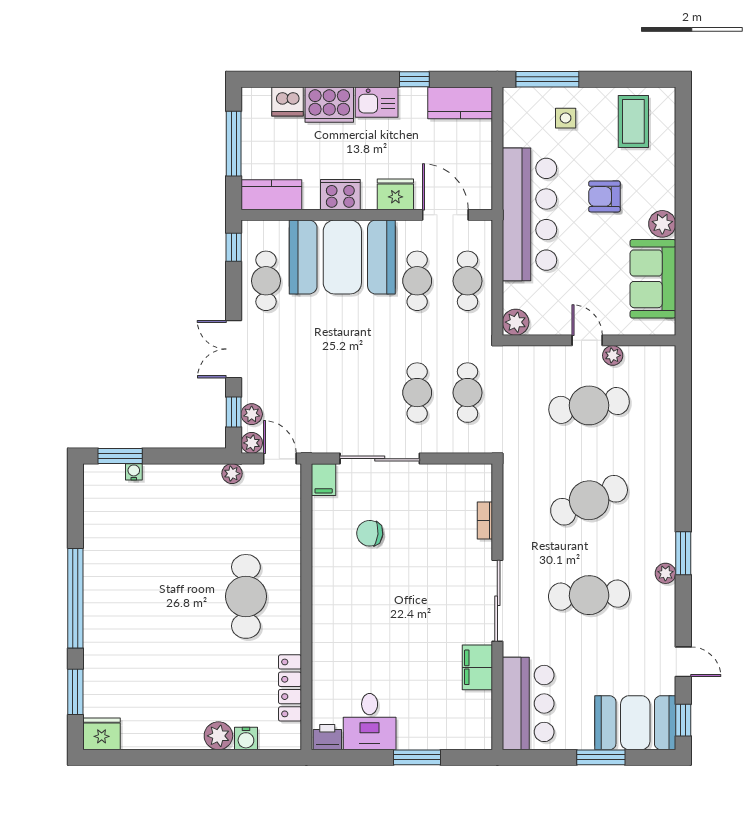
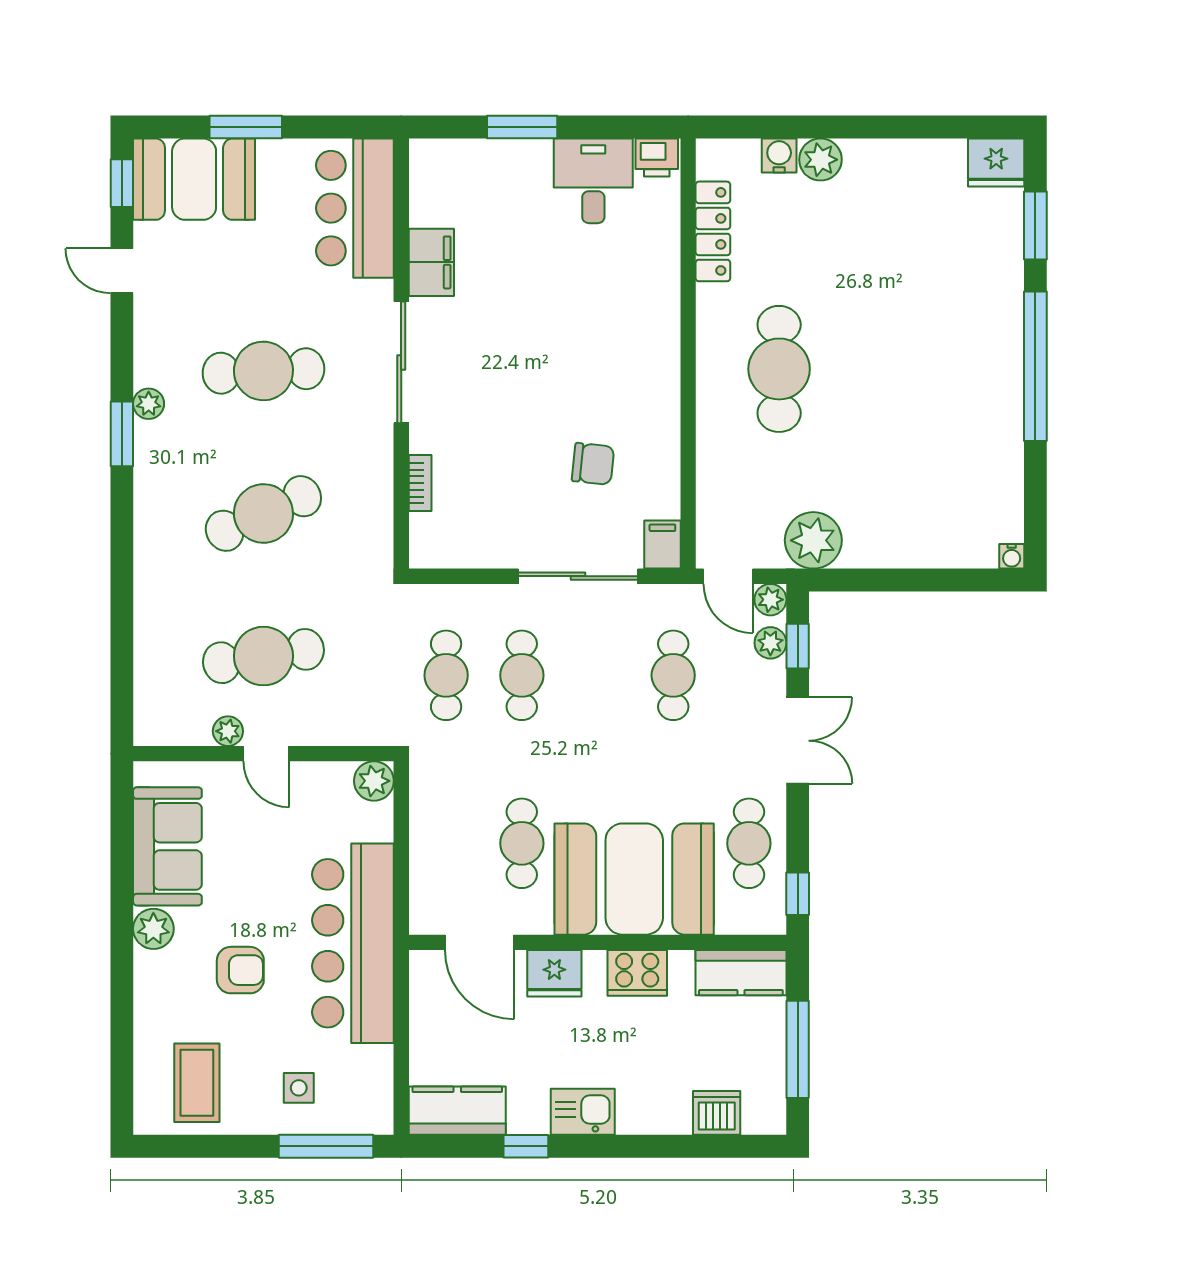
cooker: (329, 105) -> (654, 1108), removed
cafe table: (468, 281) -> (673, 675), moved
window: (120, 456) -> (968, 580), removed
water cooler: (134, 472) -> (1012, 556), moved
plant: (232, 474) -> (813, 540), width x1.87, depth x1.87

